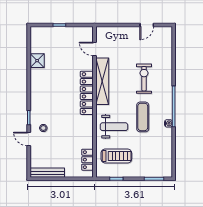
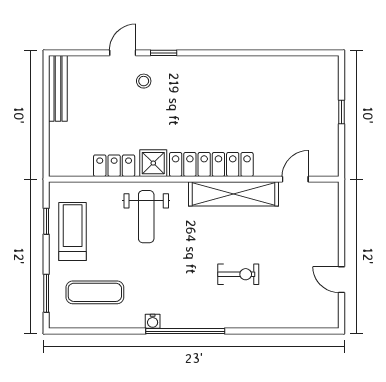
shower: (37, 61) -> (153, 163), moved
exercise bike: (144, 79) -> (238, 274), width x0.73, depth x0.72
exercise mat: (143, 117) -> (95, 292), moved
treadmill: (116, 156) -> (73, 232), moved, turned 180
locker: (87, 160) -> (114, 166), moved

